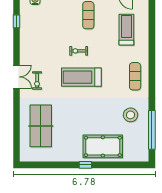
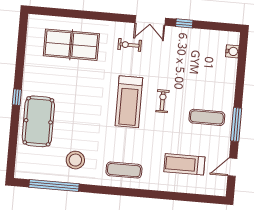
window: (16, 21) -> (184, 23), moved
treadmill: (126, 30) -> (184, 164), turned 180
double door: (16, 77) -> (150, 20), moved
treadmill: (81, 77) -> (129, 102), turned 180

